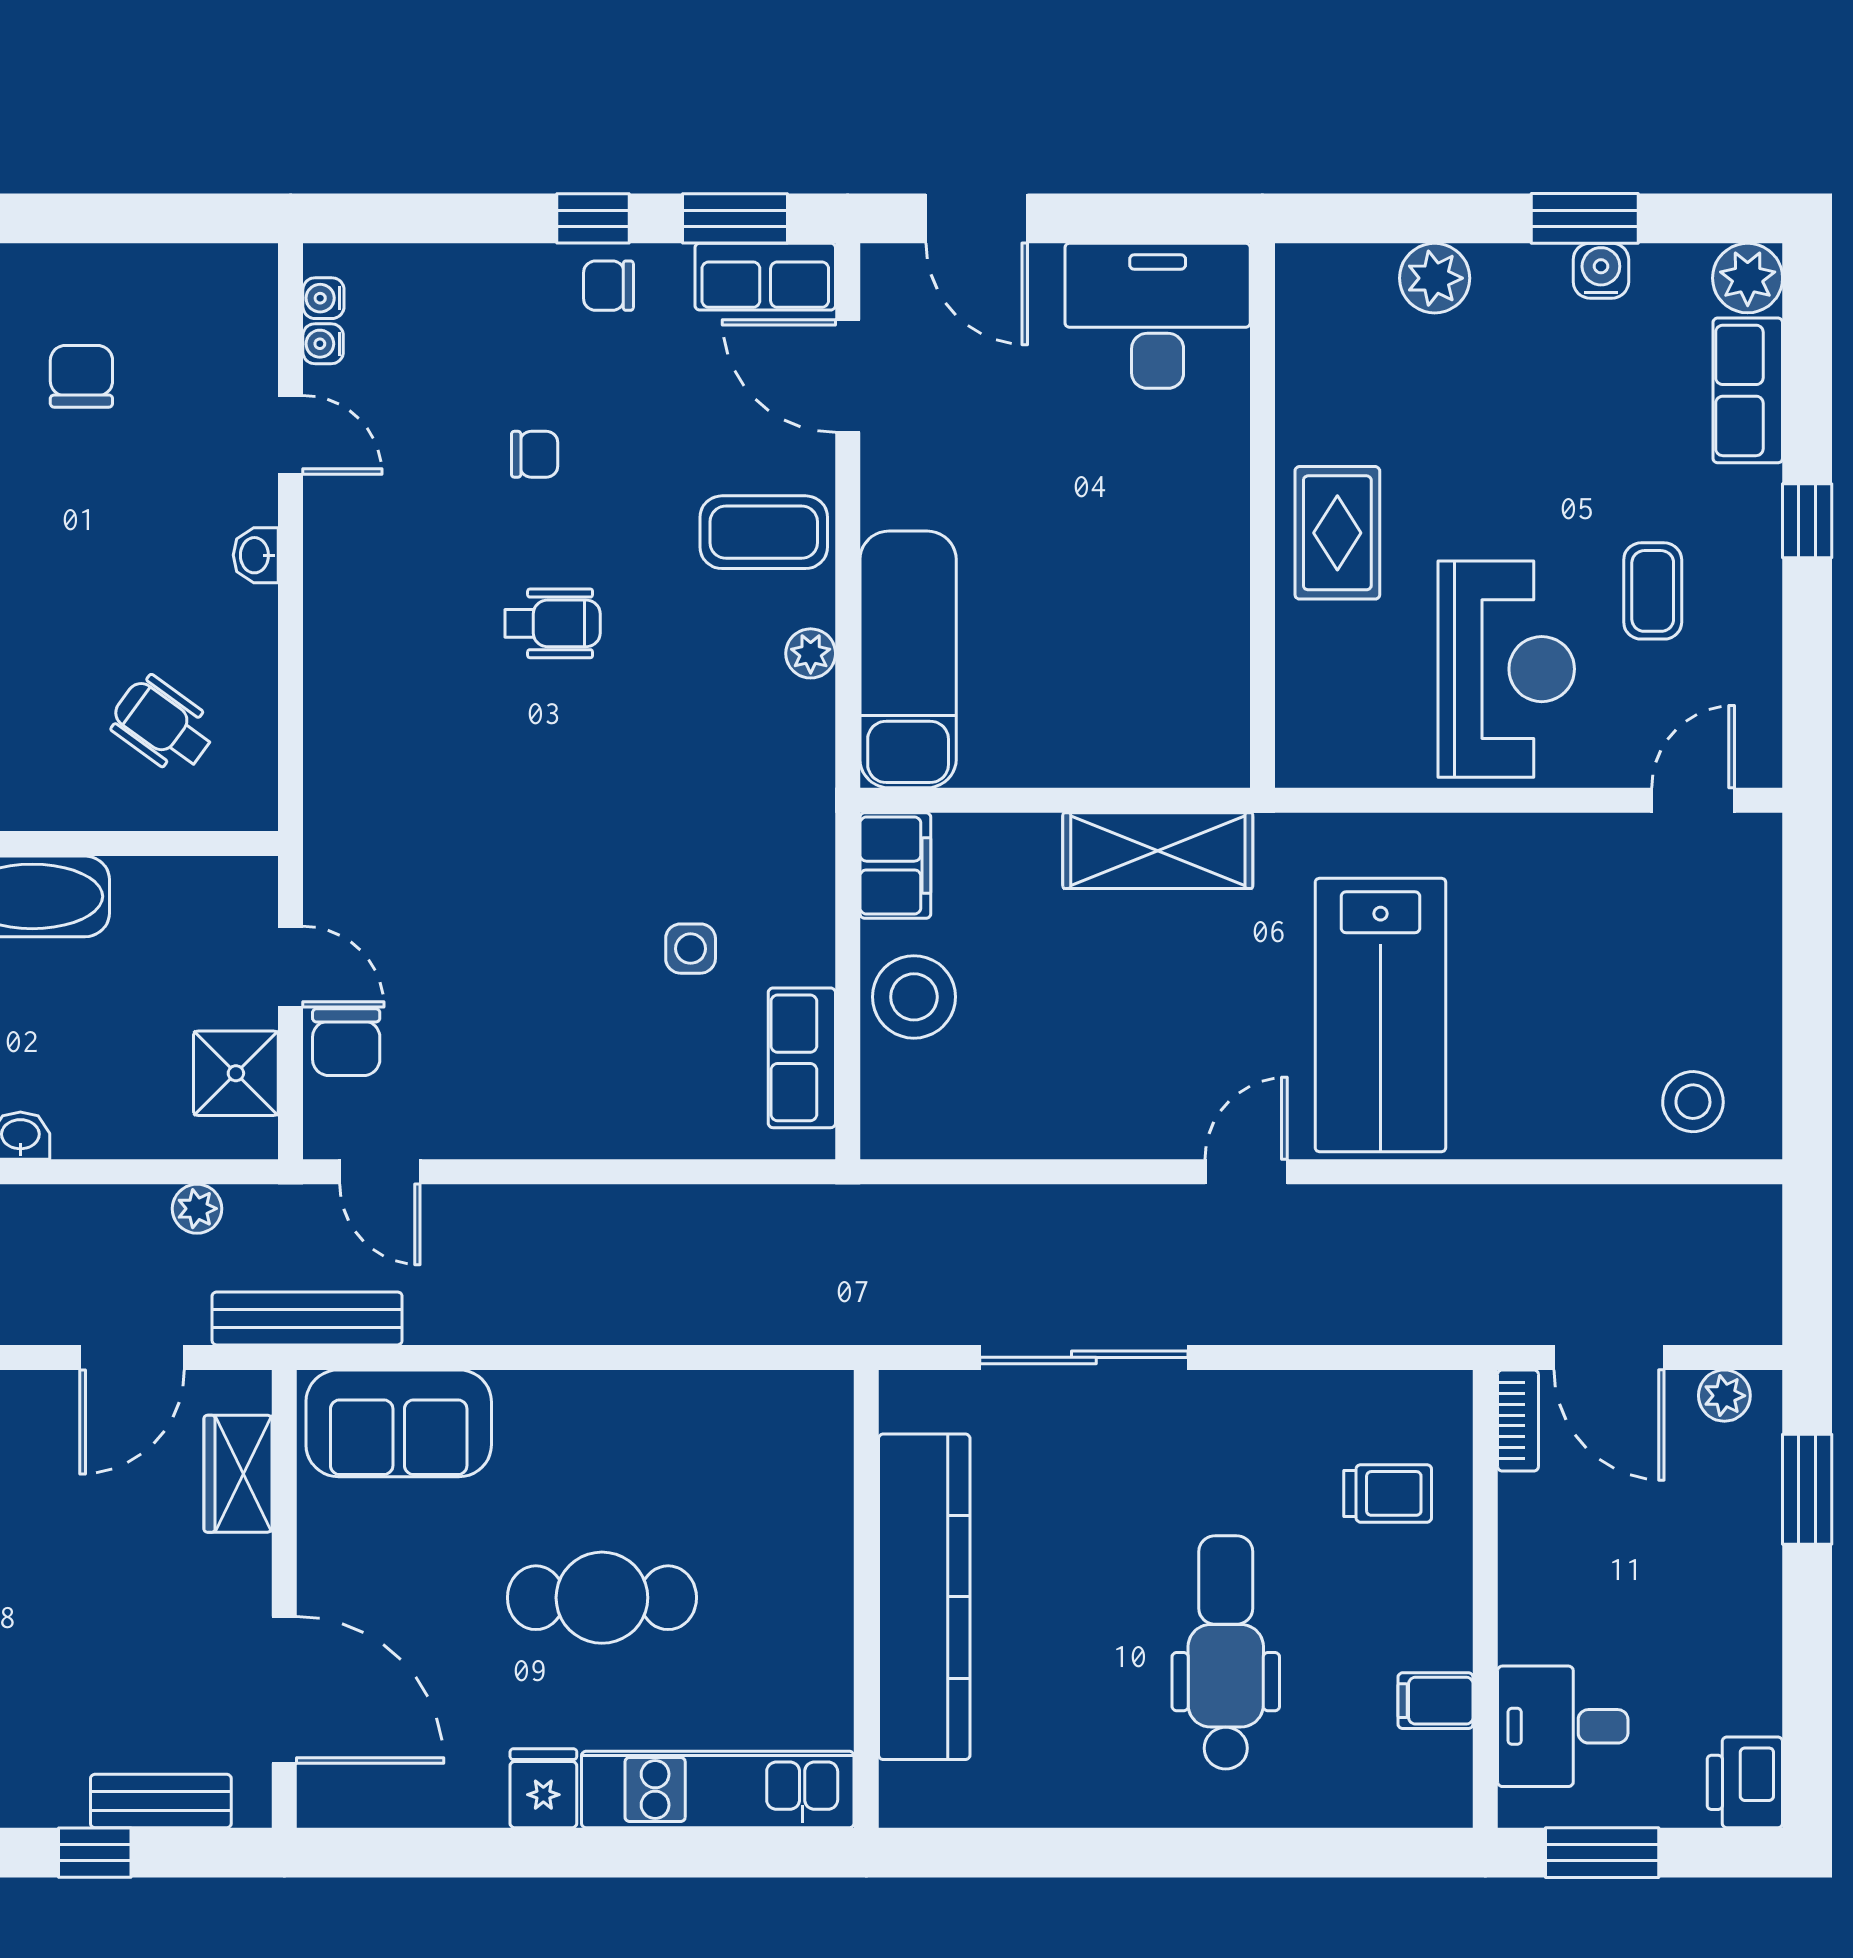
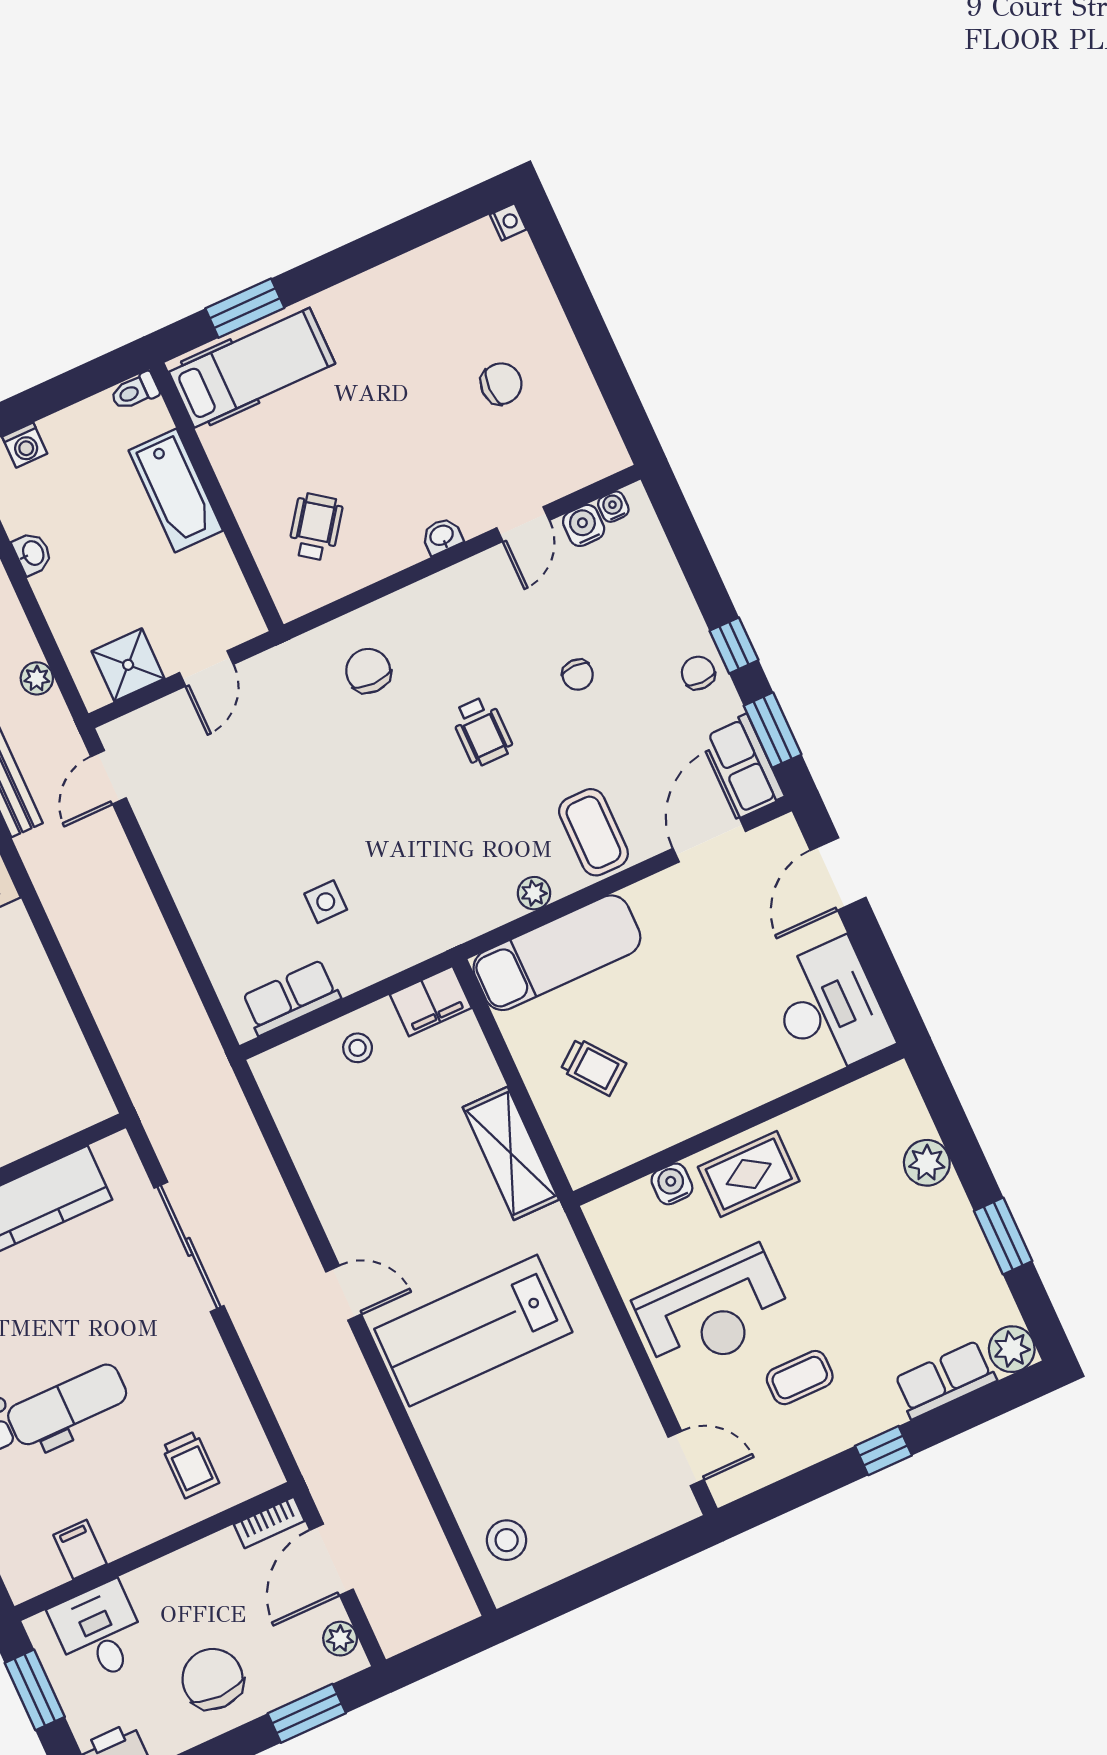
water cooler: (1601, 271) -> (672, 1184), moved, turned -90
water cooler: (323, 344) -> (584, 525), width x1.38, depth x1.38
trolley: (1090, 681) -> (593, 1067), added
stool: (914, 997) -> (358, 1048), width x0.53, depth x0.53
chair: (346, 1042) -> (368, 671), moved, turned 90
chair: (1700, 1598) -> (213, 1679), added

